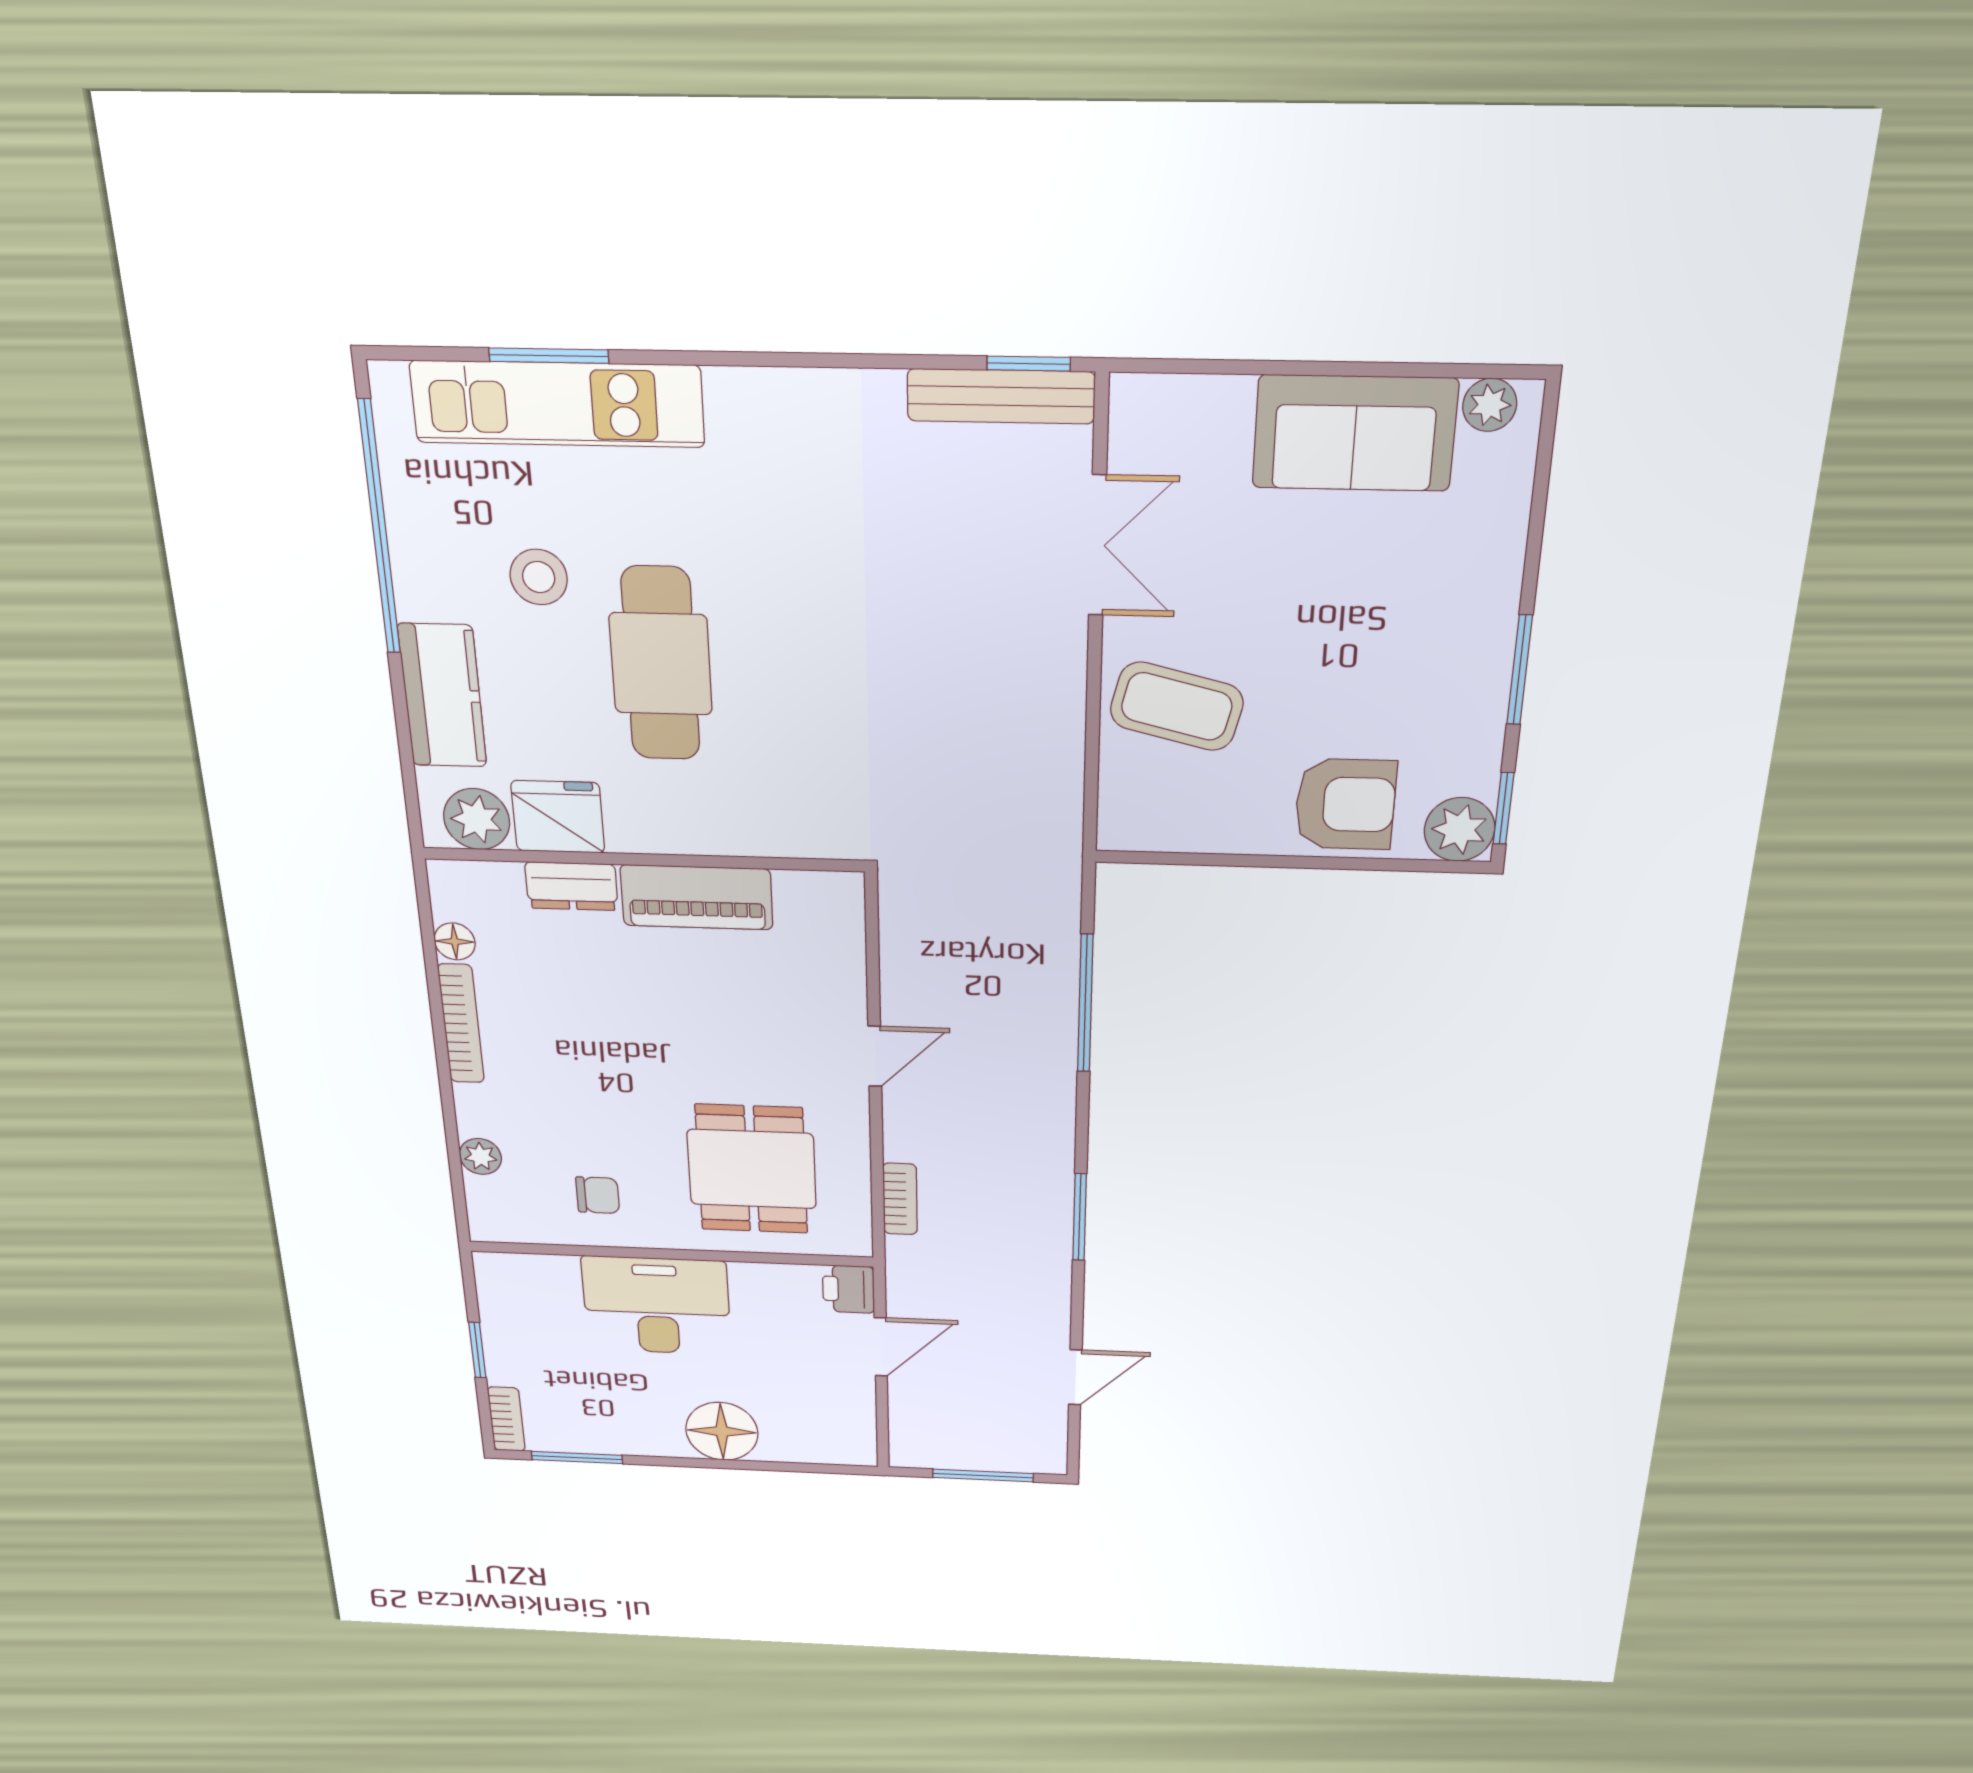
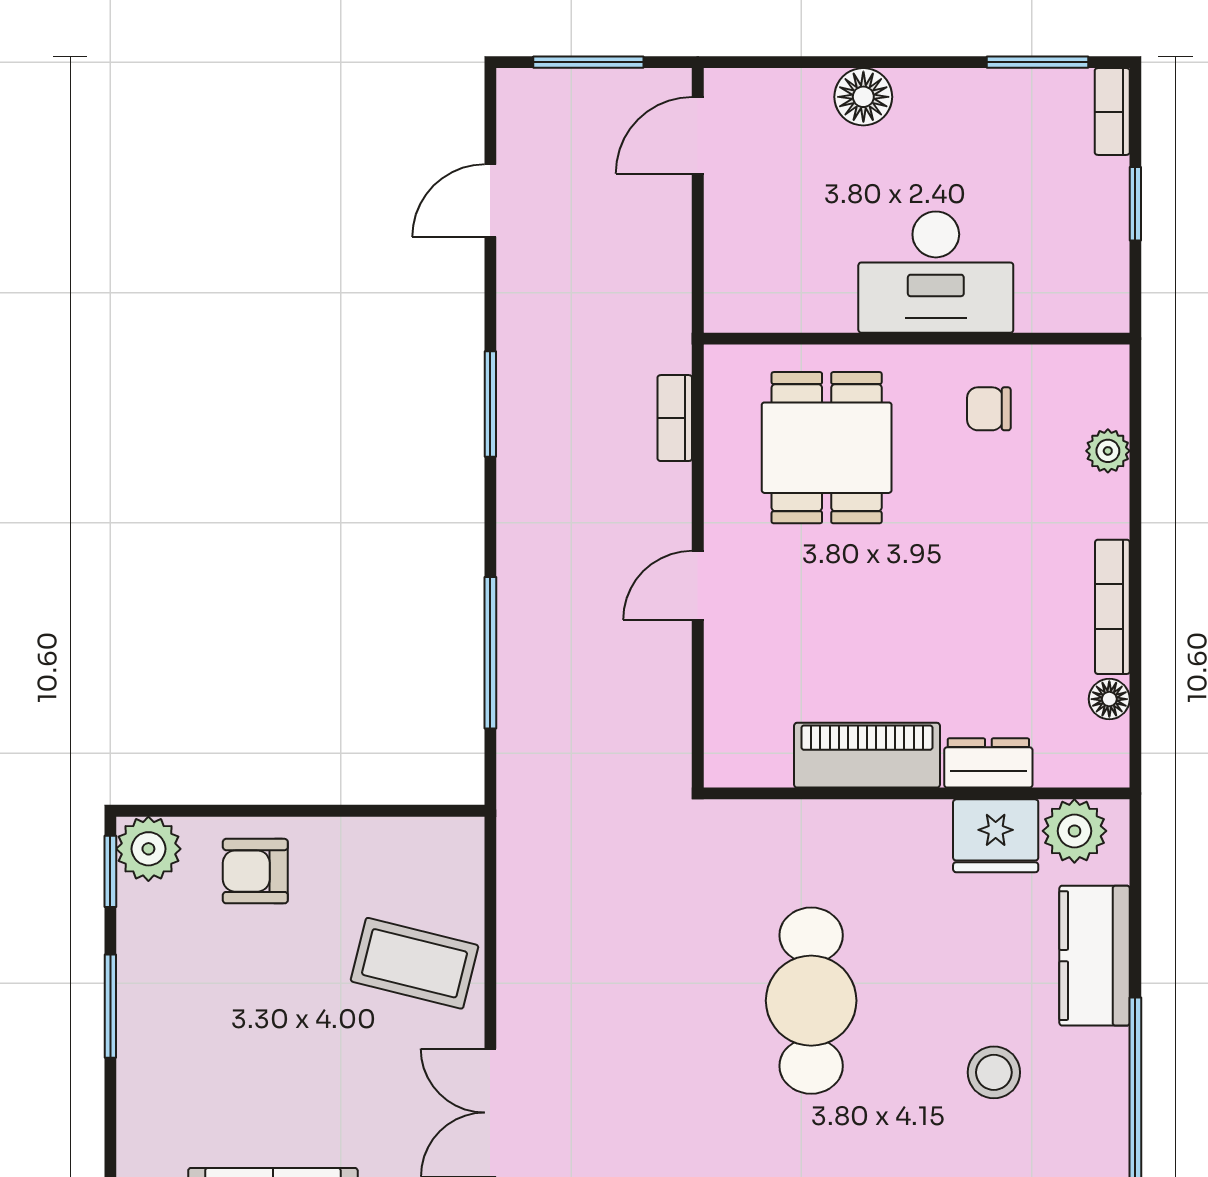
cafe table: (661, 664) -> (811, 1001), moved
armchair: (1345, 804) -> (255, 871), width x0.72, depth x0.72
printer: (848, 1289) -> (731, 303), removed
door: (881, 1347) -> (698, 135), moved
floor lamp: (722, 1431) -> (863, 97), width x0.73, depth x0.73

